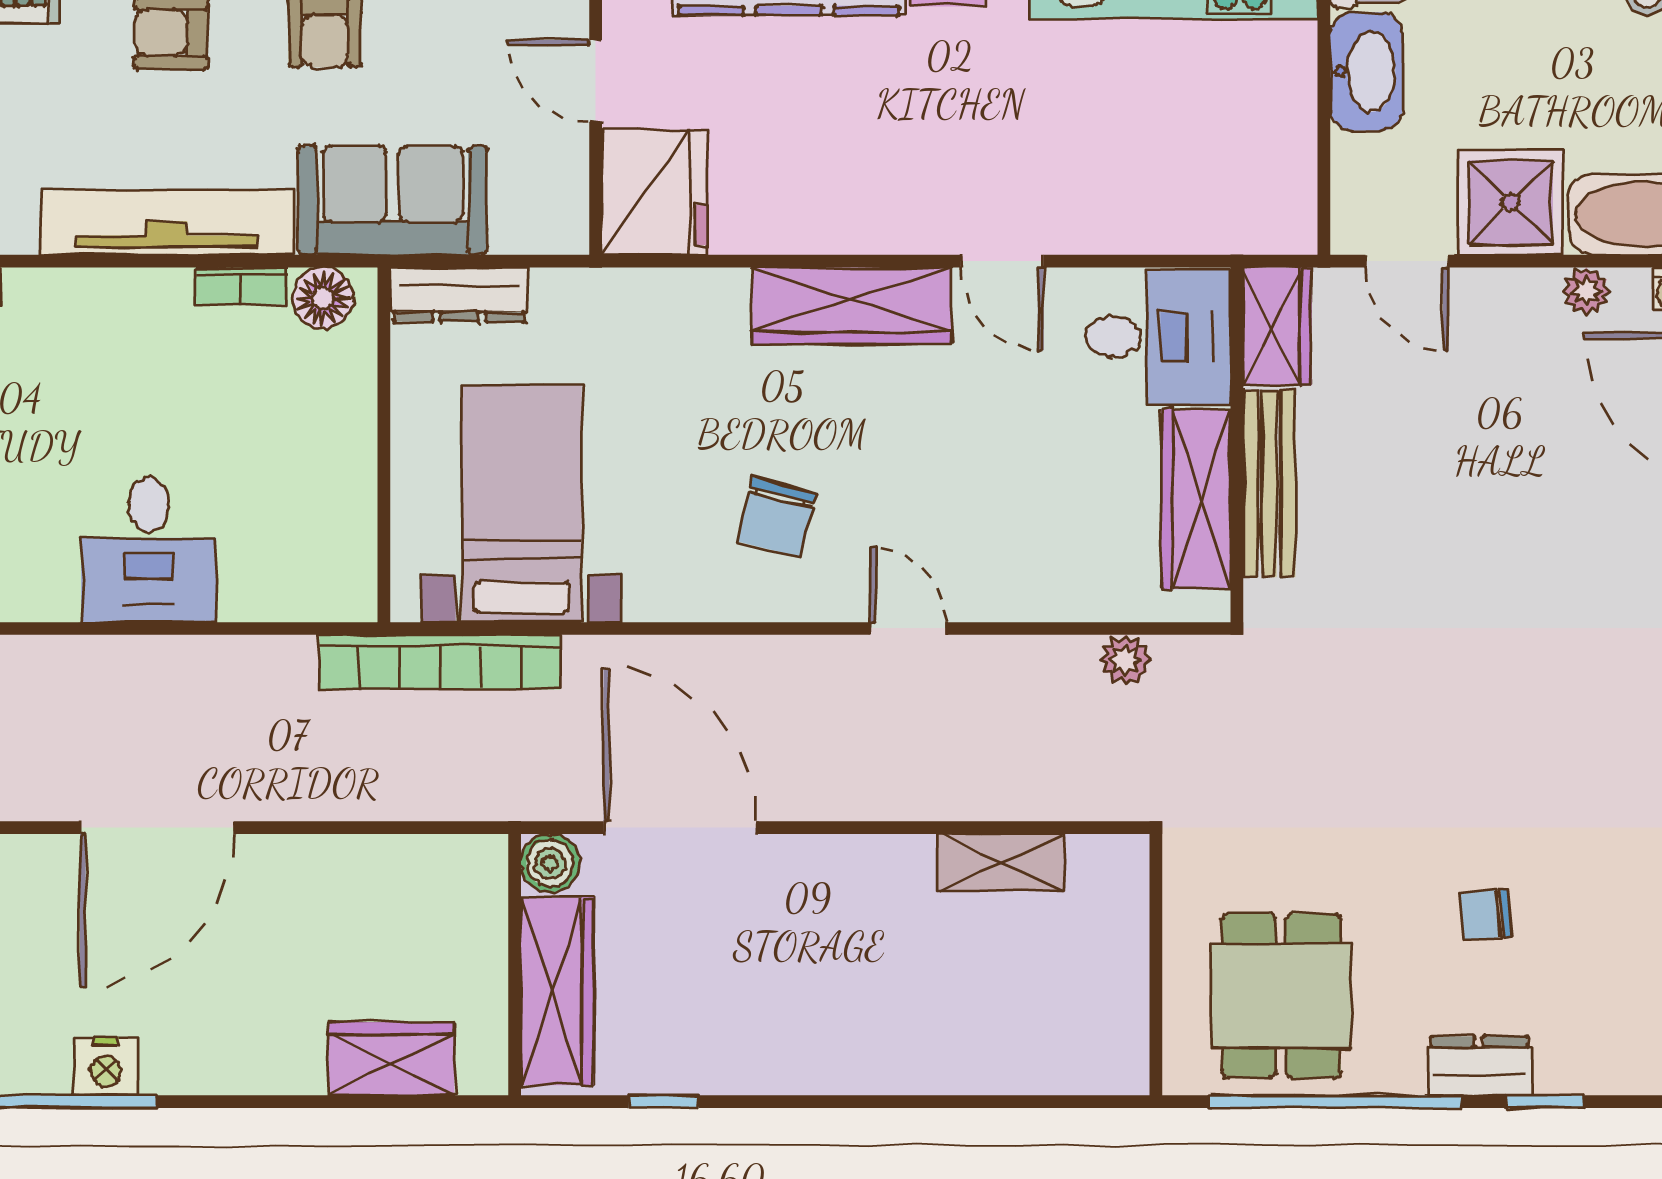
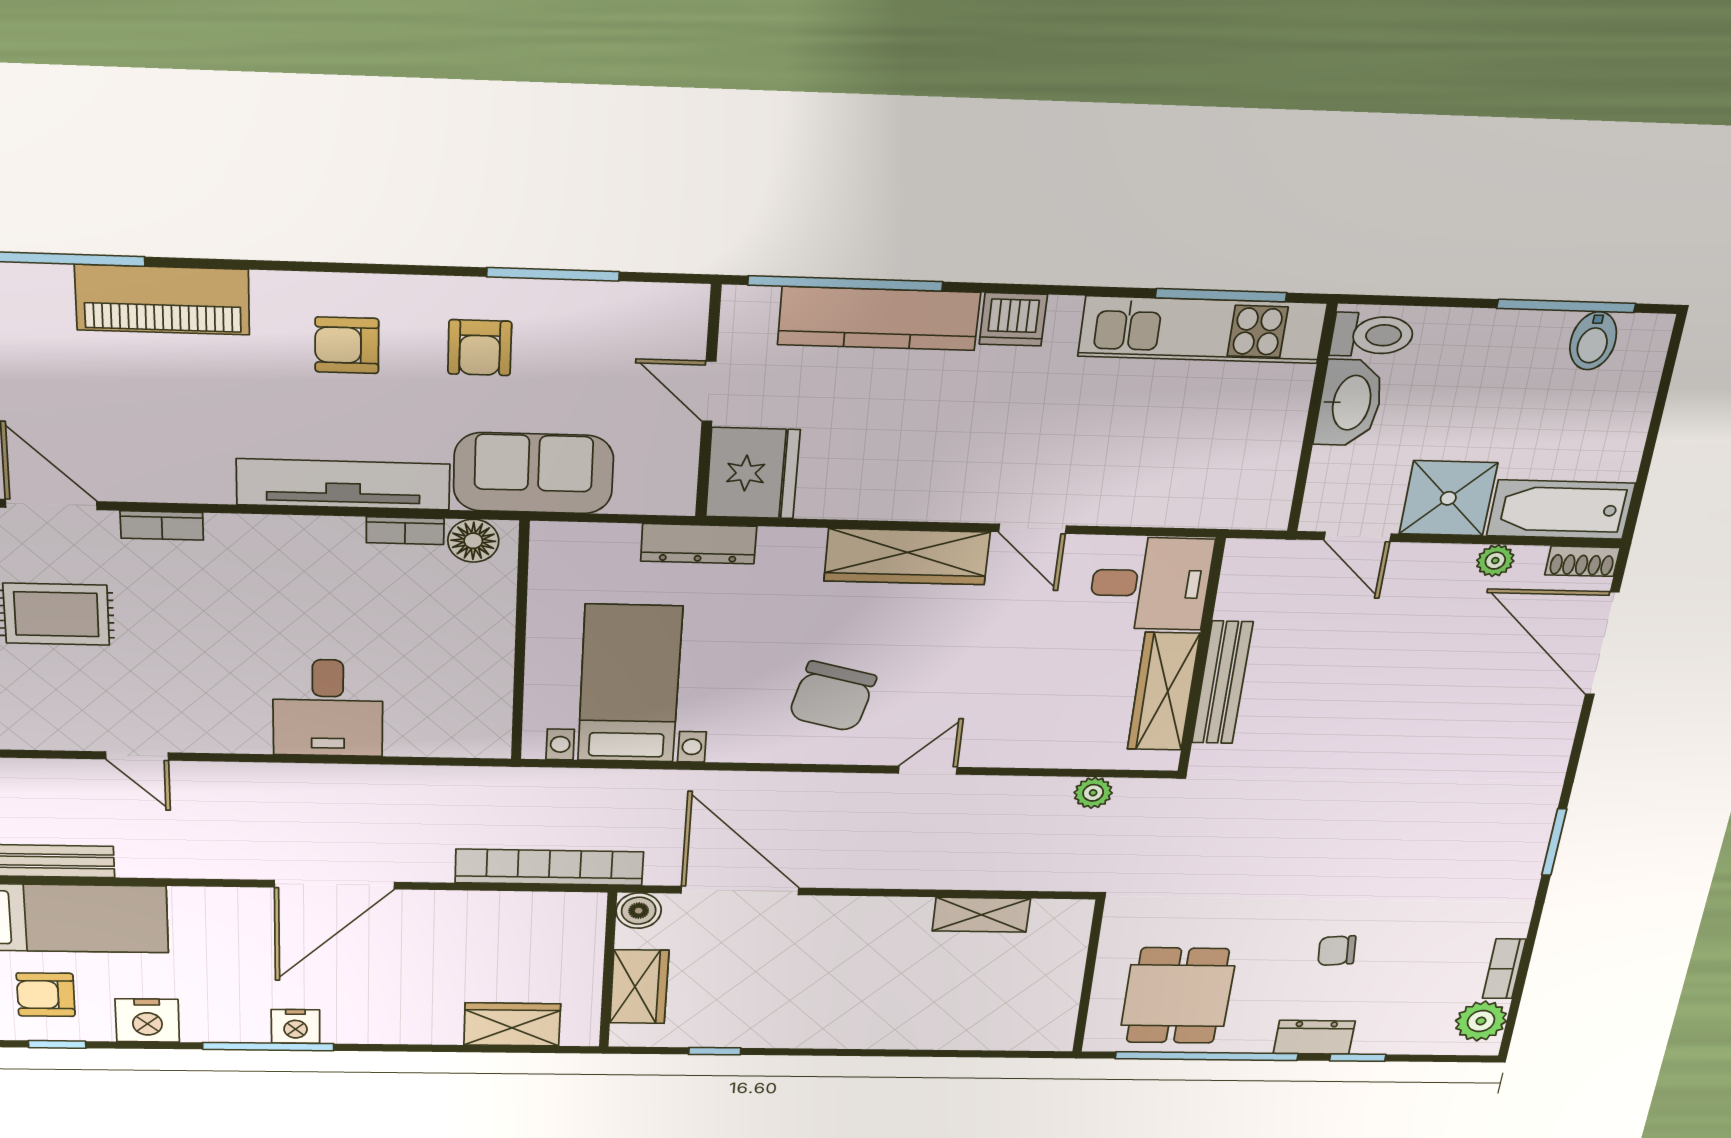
dresser: (459, 294) -> (699, 544), moved
wardrobe: (1277, 326) -> (1246, 579), removed
chair: (776, 517) -> (832, 697), width x1.37, depth x1.37
door: (908, 628) -> (928, 770), hinge flipped
bookcase: (440, 662) -> (549, 867), moved, turned 180
wardrobe: (557, 991) -> (639, 987), width x0.67

